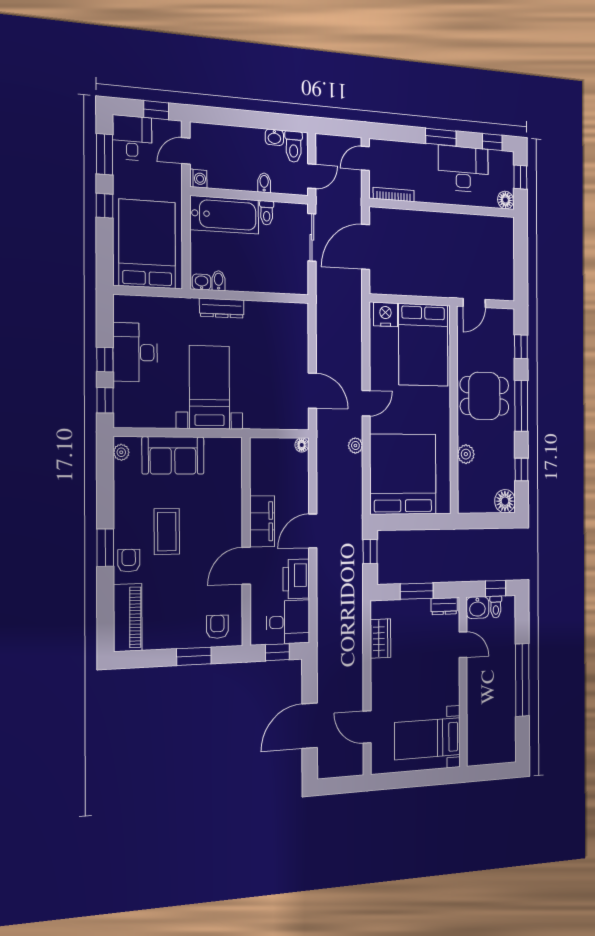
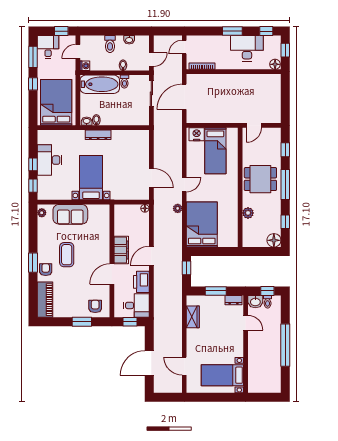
toilet: (294, 147) -> (110, 44), moved
bed: (423, 345) -> (215, 151), width x0.67
bed: (403, 474) -> (202, 224), width x0.73

